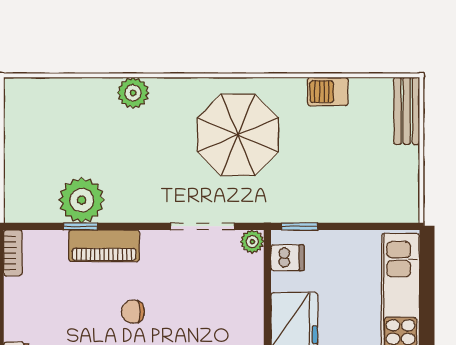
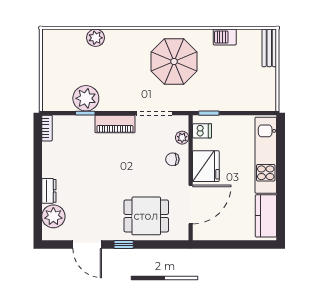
plant: (133, 93) -> (96, 38), moved
plant: (252, 242) -> (182, 138), moved
piano: (104, 246) -> (115, 124), moved
chair: (133, 312) -> (172, 159), moved

